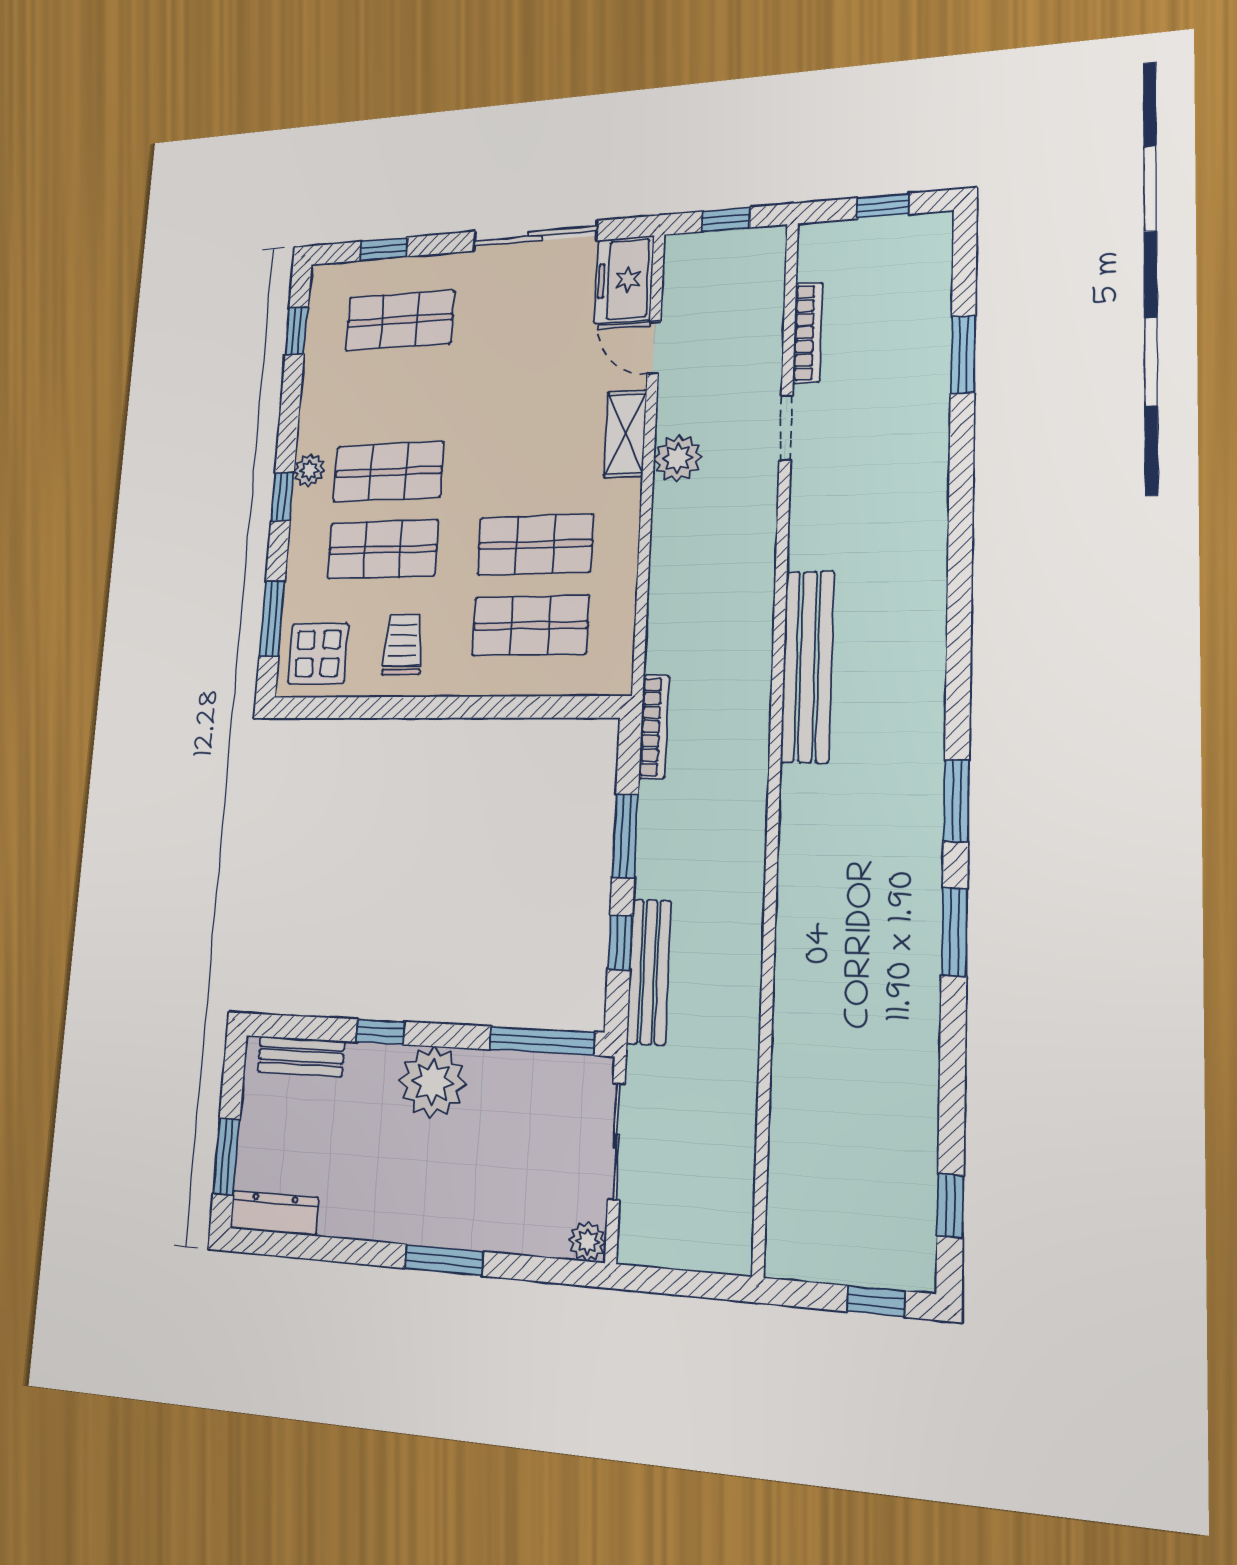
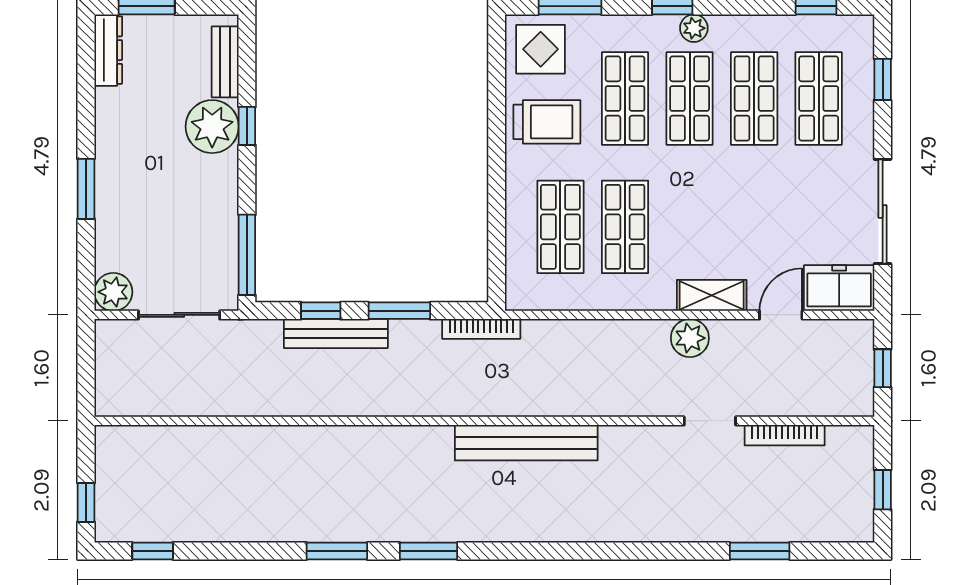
shop shelf: (394, 396) -> (754, 98), added
trolley: (403, 644) -> (547, 122), width x1.36, depth x1.39
bench: (649, 972) -> (336, 334), moved
plant: (433, 1082) -> (212, 127), moved
plant: (587, 1241) -> (113, 292), width x1.38, depth x1.38

